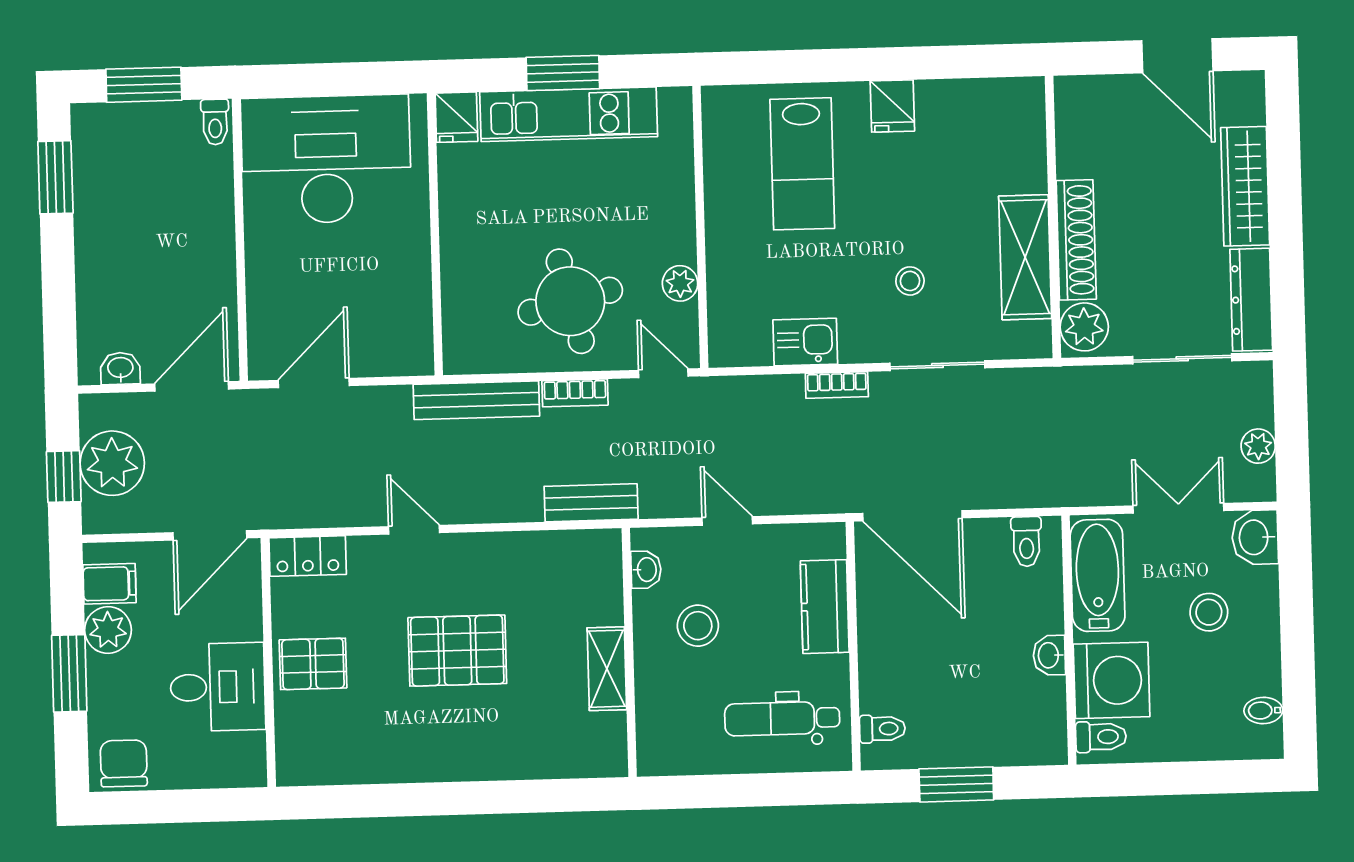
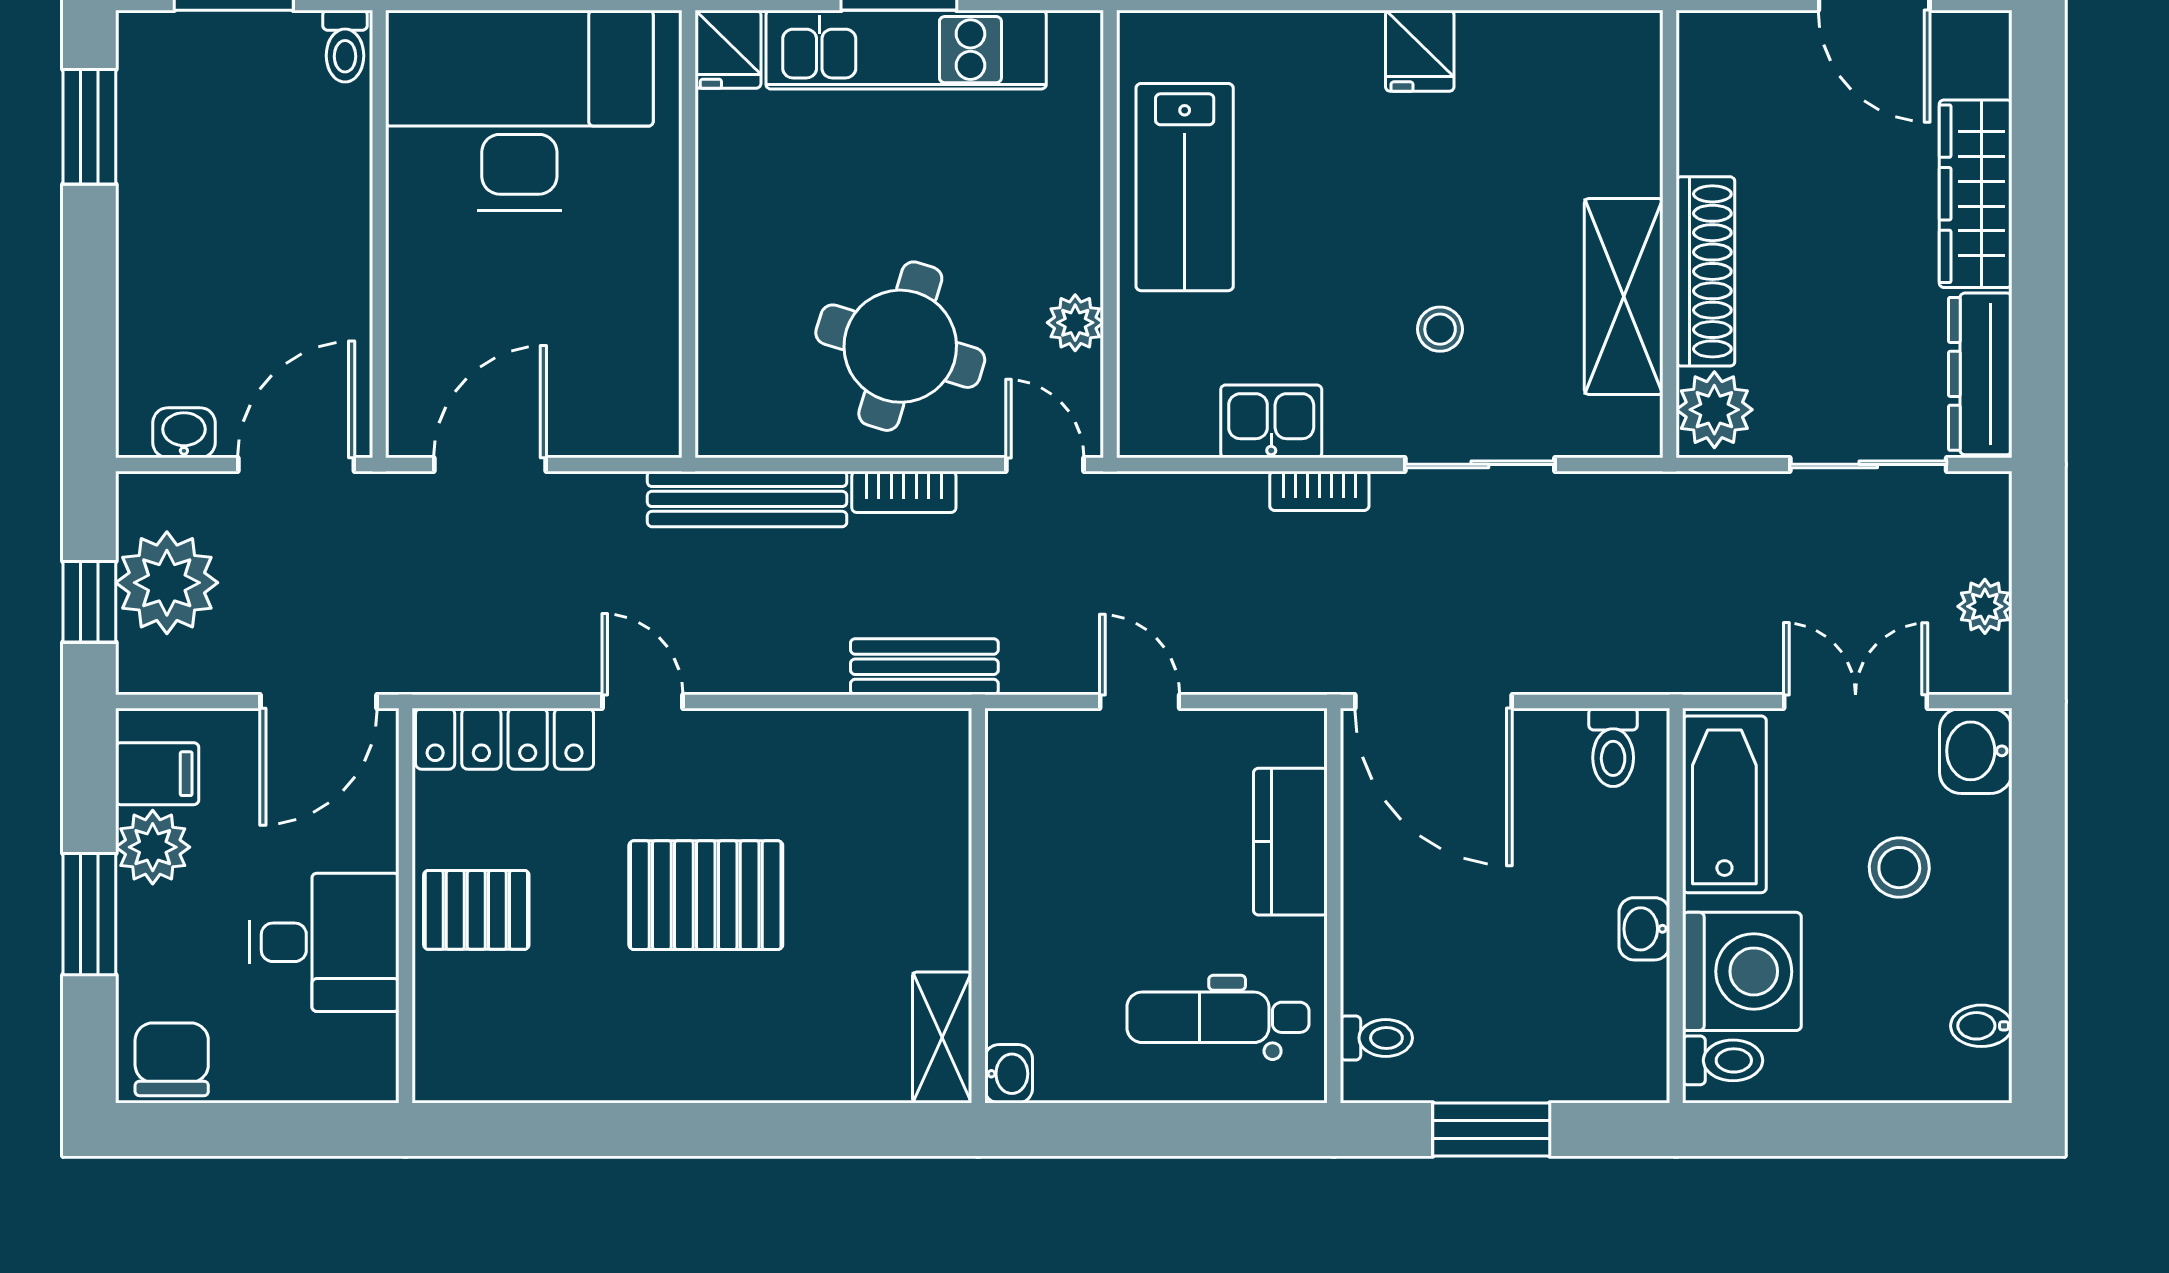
lab bench: (802, 164) -> (1185, 187), moved
round table: (570, 301) -> (900, 346), turned 31
locker: (308, 556) -> (505, 739), width x1.53
washbasin: (646, 570) -> (1009, 1074), moved
stool: (698, 626) -> (1088, 866), removed
shelving: (607, 669) -> (942, 1037), moved

